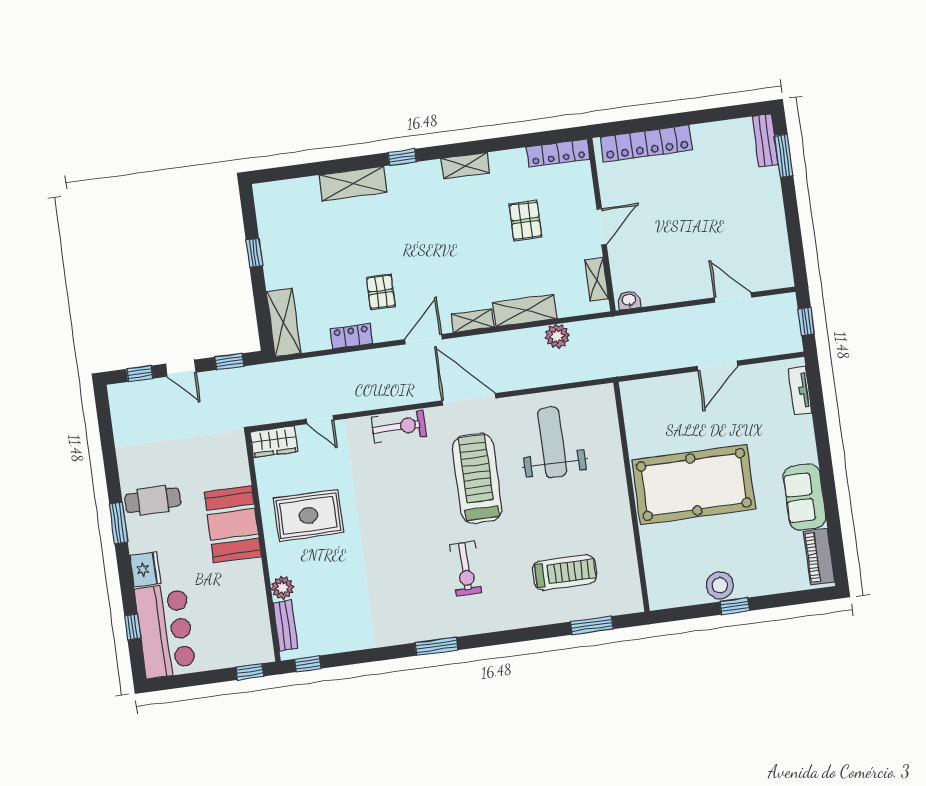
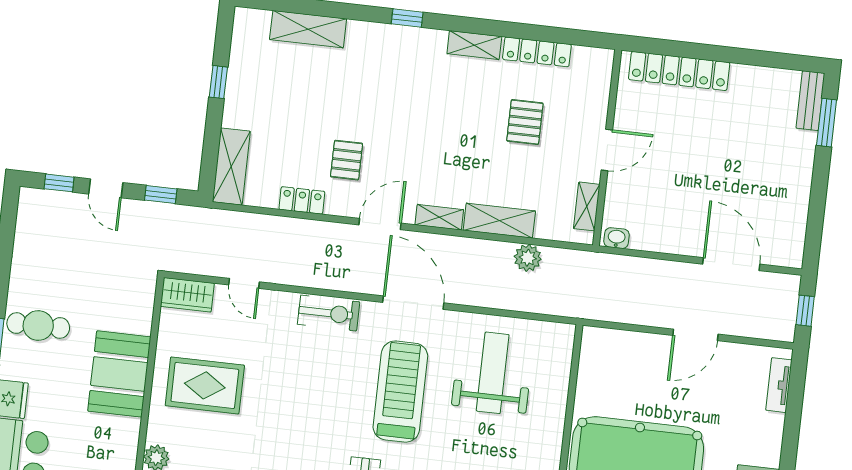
locker: (558, 153) -> (537, 52), moved
shelving: (353, 184) -> (308, 29), moved
door: (733, 297) -> (731, 264), width x1.36

